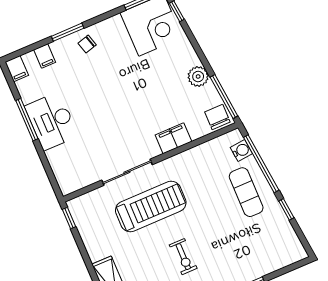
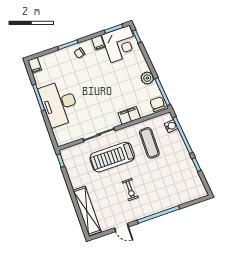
filing cabinet: (45, 56) -> (98, 43), moved
desk: (51, 121) -> (59, 104), width x1.36, depth x1.30
exercise mat: (246, 192) -> (149, 143), moved
treadmill: (151, 206) -> (112, 157), turned 180

